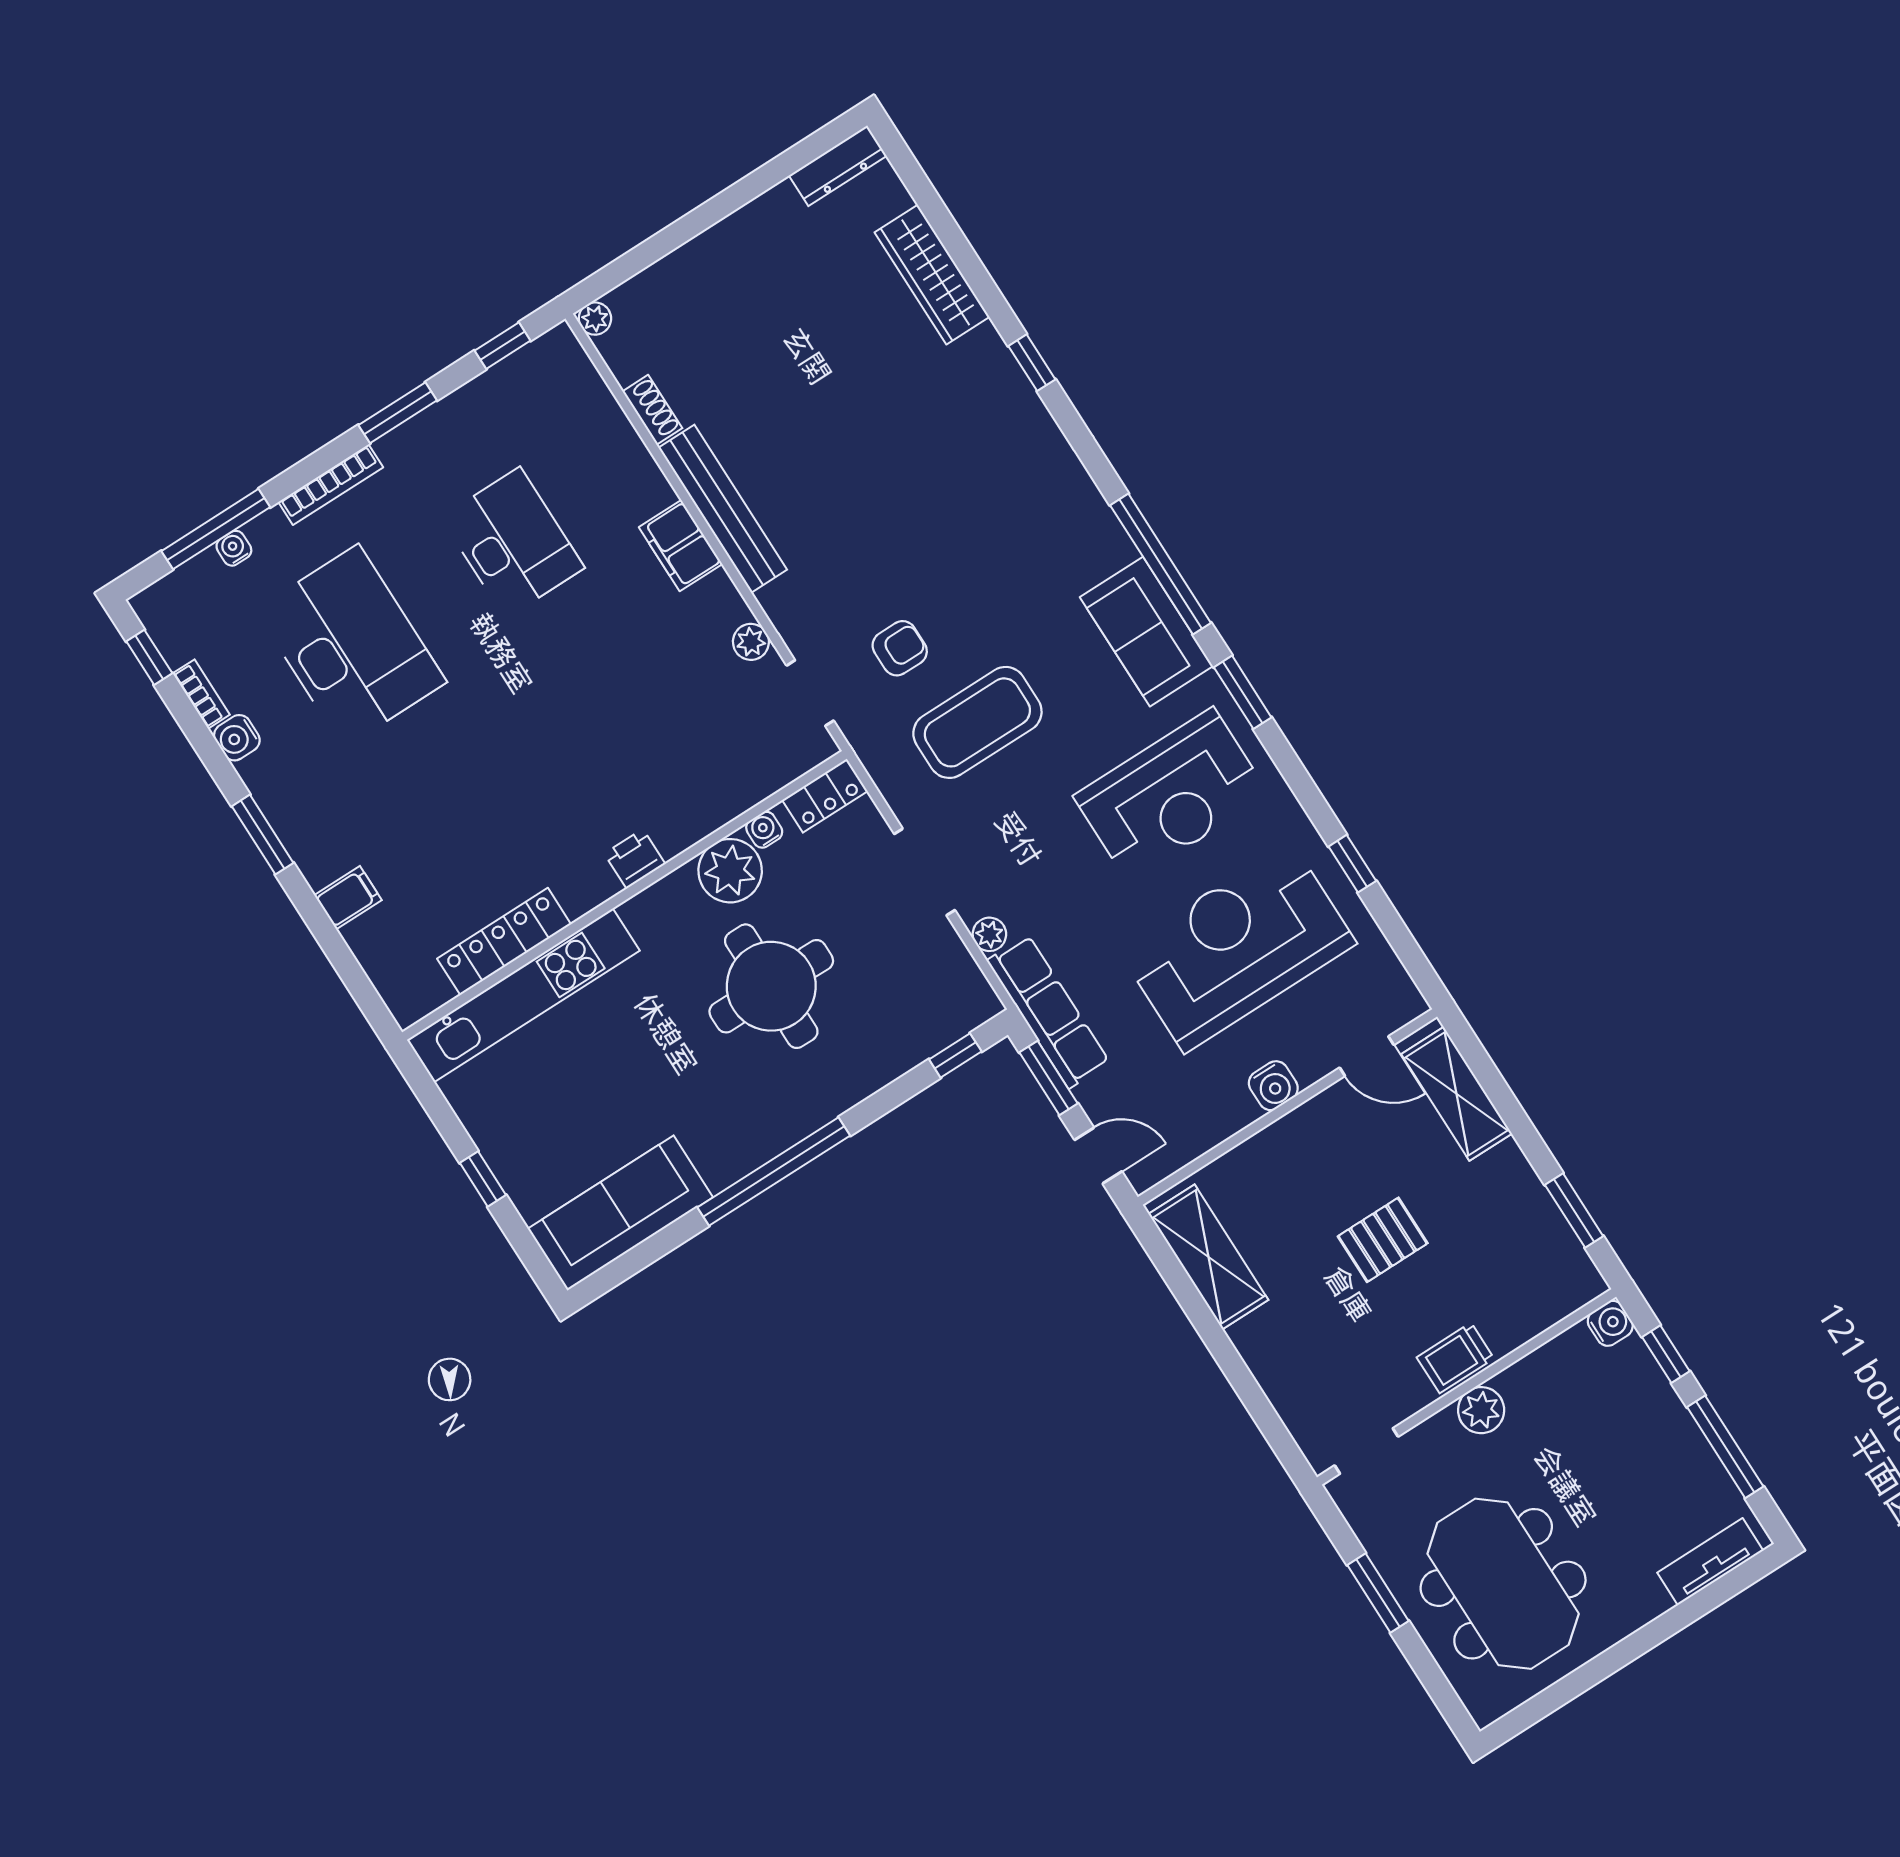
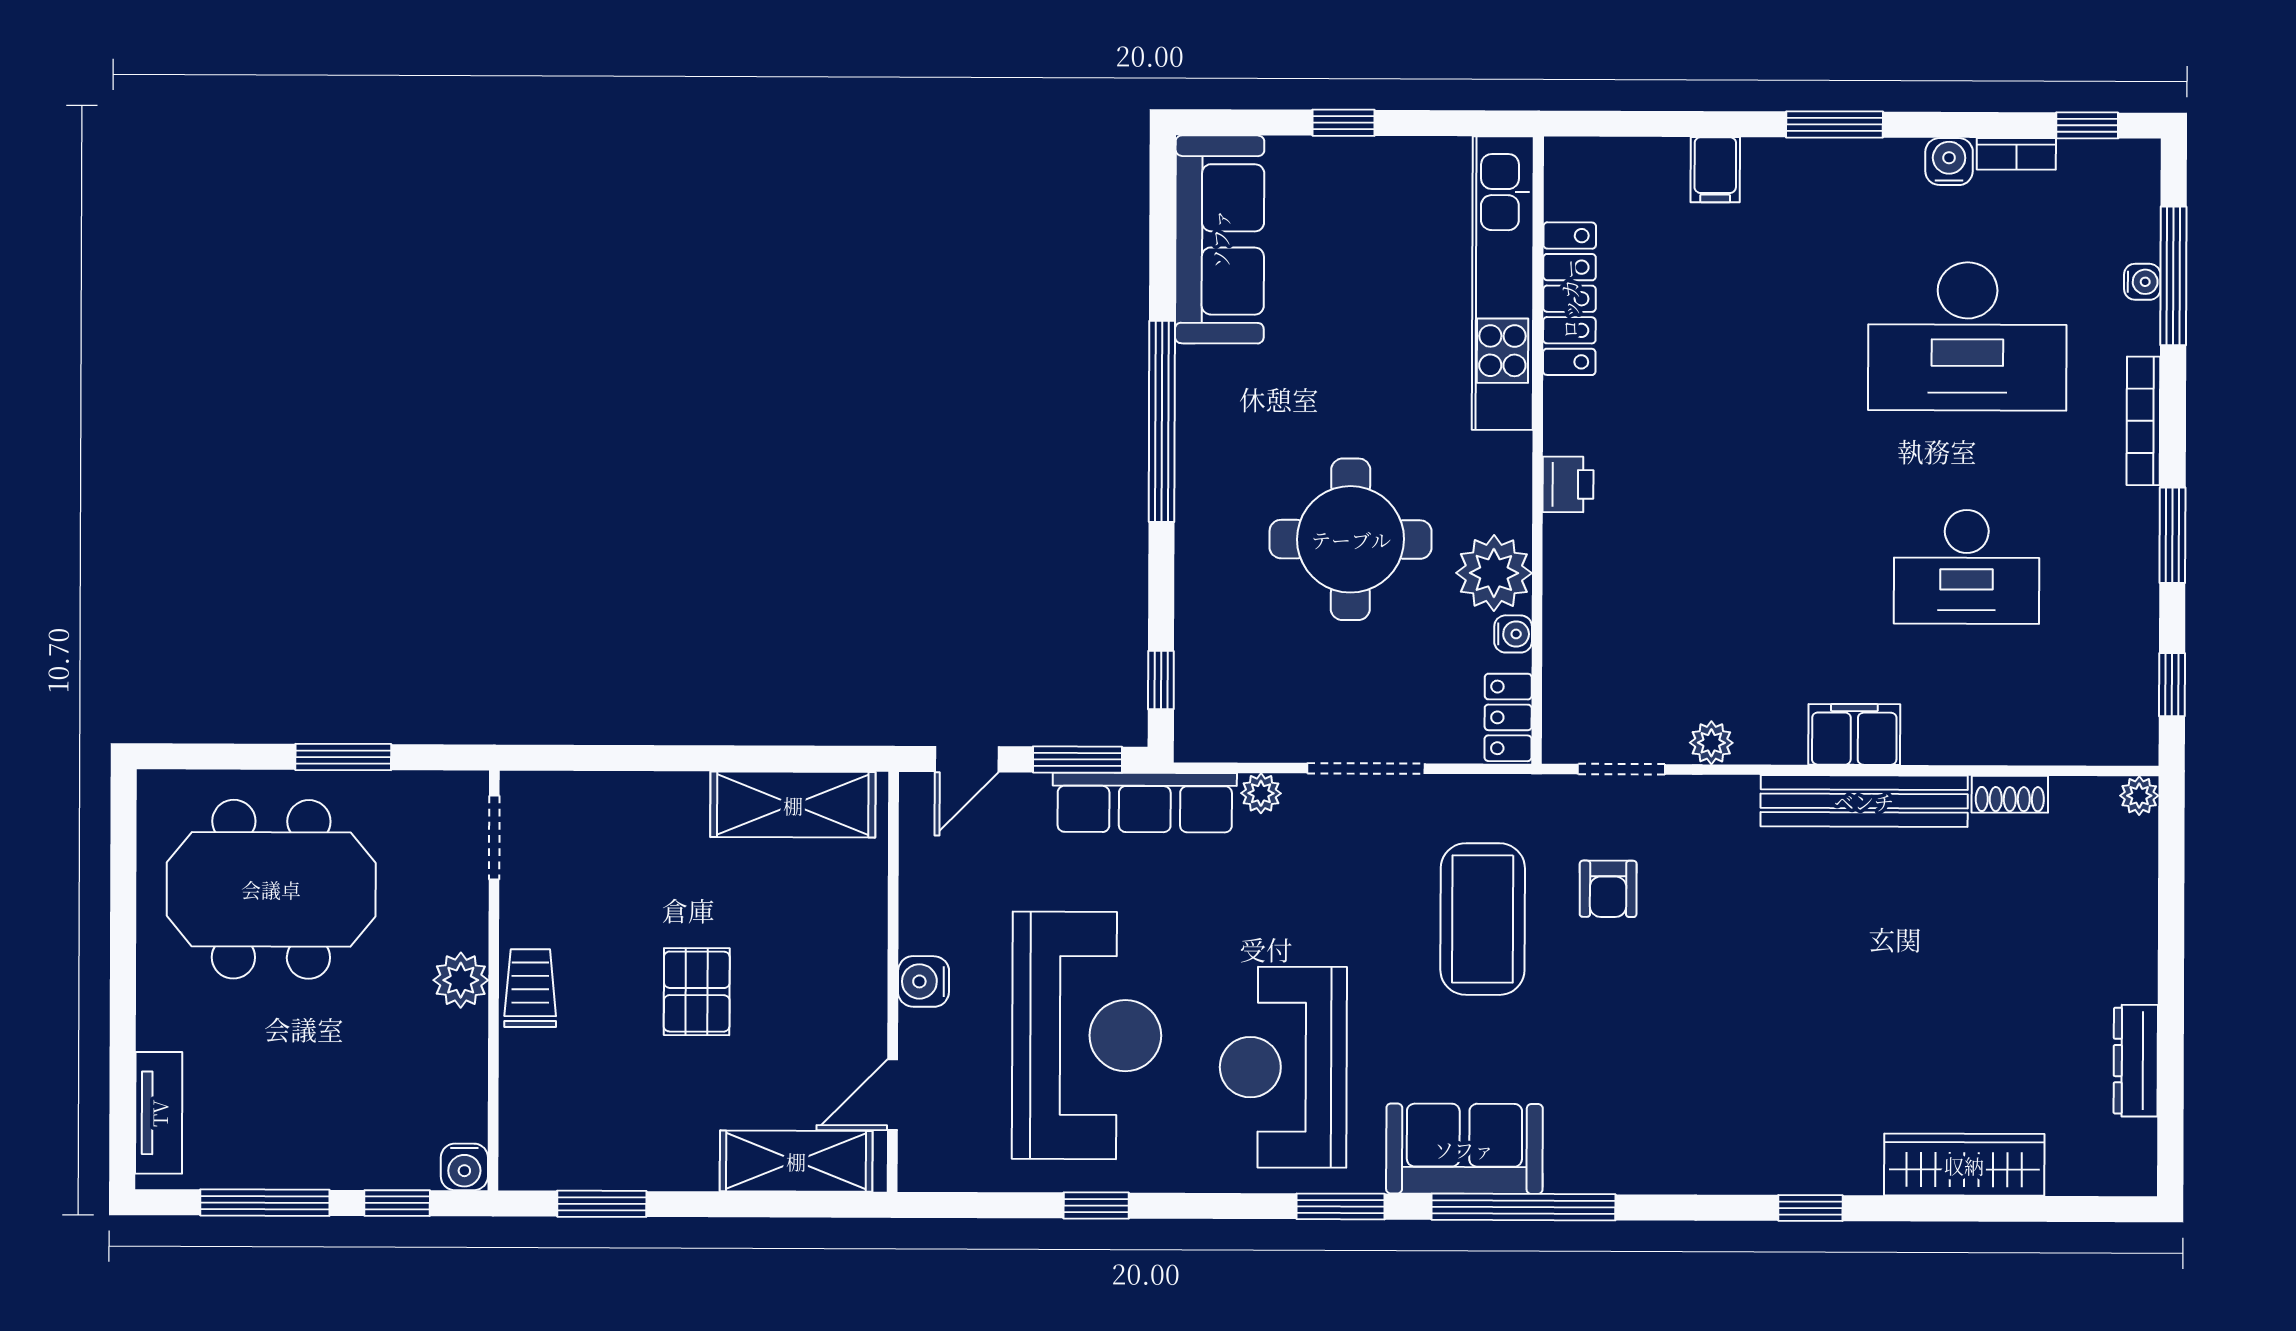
dresser: (838, 166) -> (2136, 1061), moved

